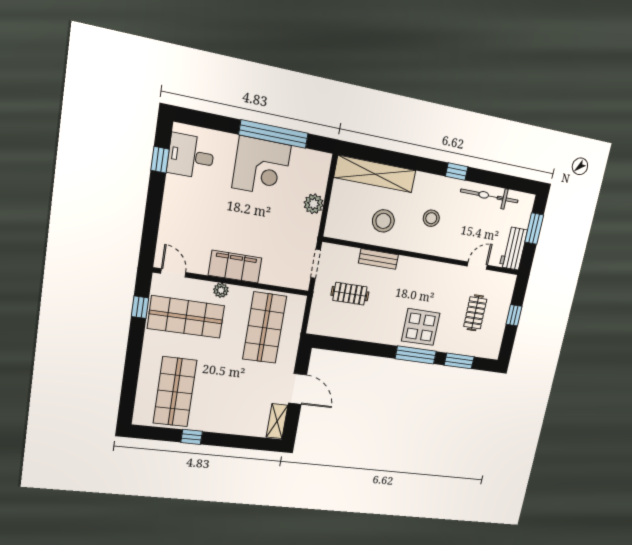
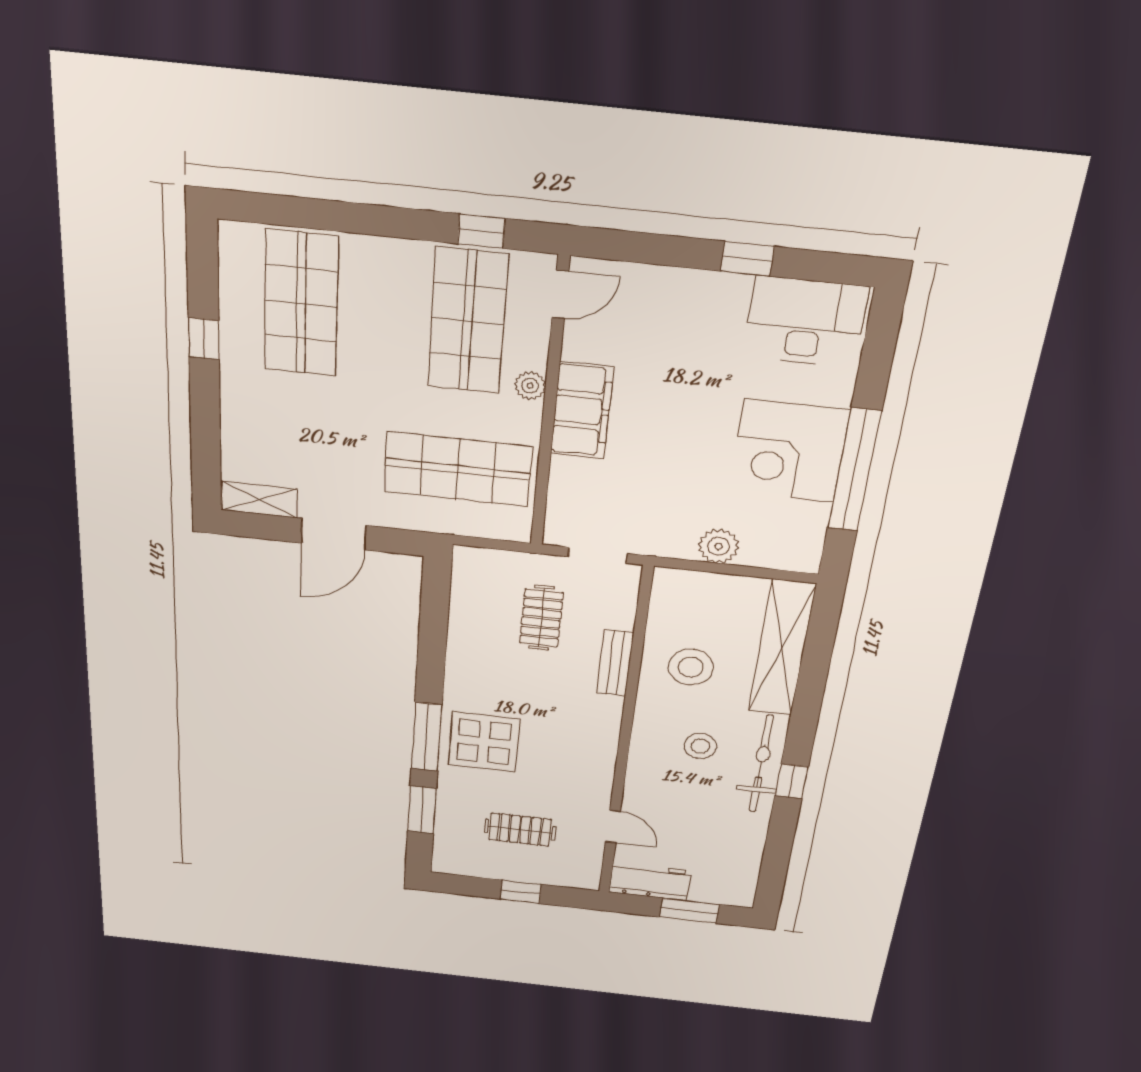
desk: (191, 156) -> (805, 322), width x1.37
window: (160, 160) -> (747, 259), moved
bicycle: (489, 196) -> (761, 764), moved
shop shelf: (175, 392) -> (301, 304), turned 90

